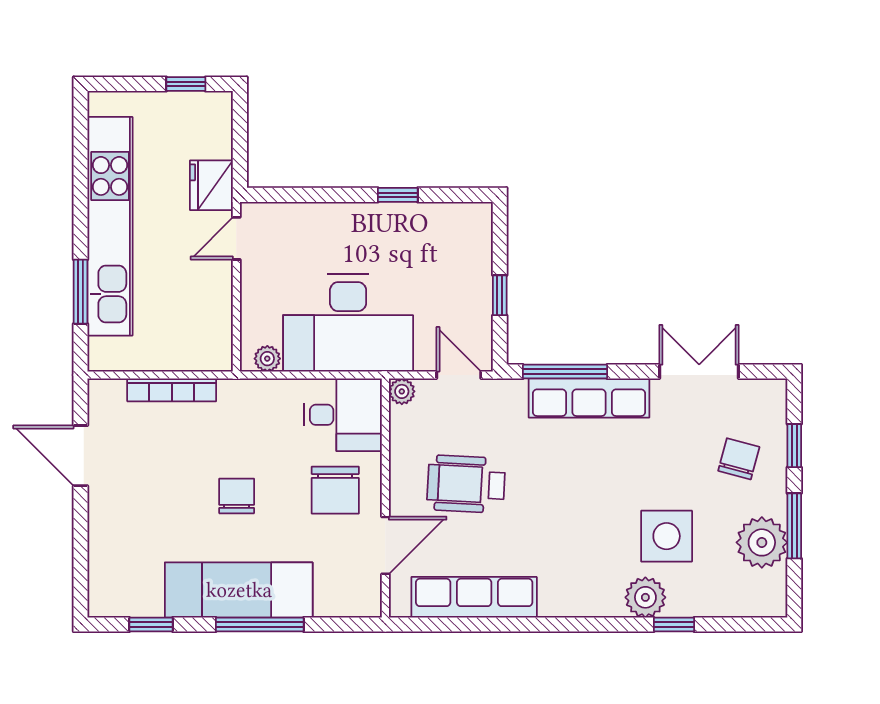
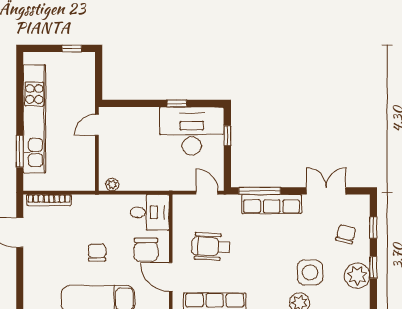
fridge: (211, 185) -> (85, 99), removed
window: (500, 295) -> (227, 136), moved
desk: (348, 323) -> (192, 131), moved, turned 180
bookcase: (172, 390) -> (49, 200), moved
plant: (402, 391) -> (179, 201), removed
window: (794, 526) -> (373, 267), width x0.67
door: (385, 545) -> (171, 277), swing flipped

